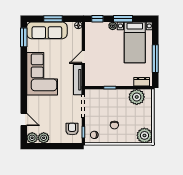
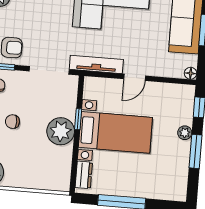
bed with nightstands: (135, 42) -> (115, 132), moved, turned 180
door: (83, 57) -> (135, 77), swing flipped
plant: (137, 97) -> (61, 131), moved

